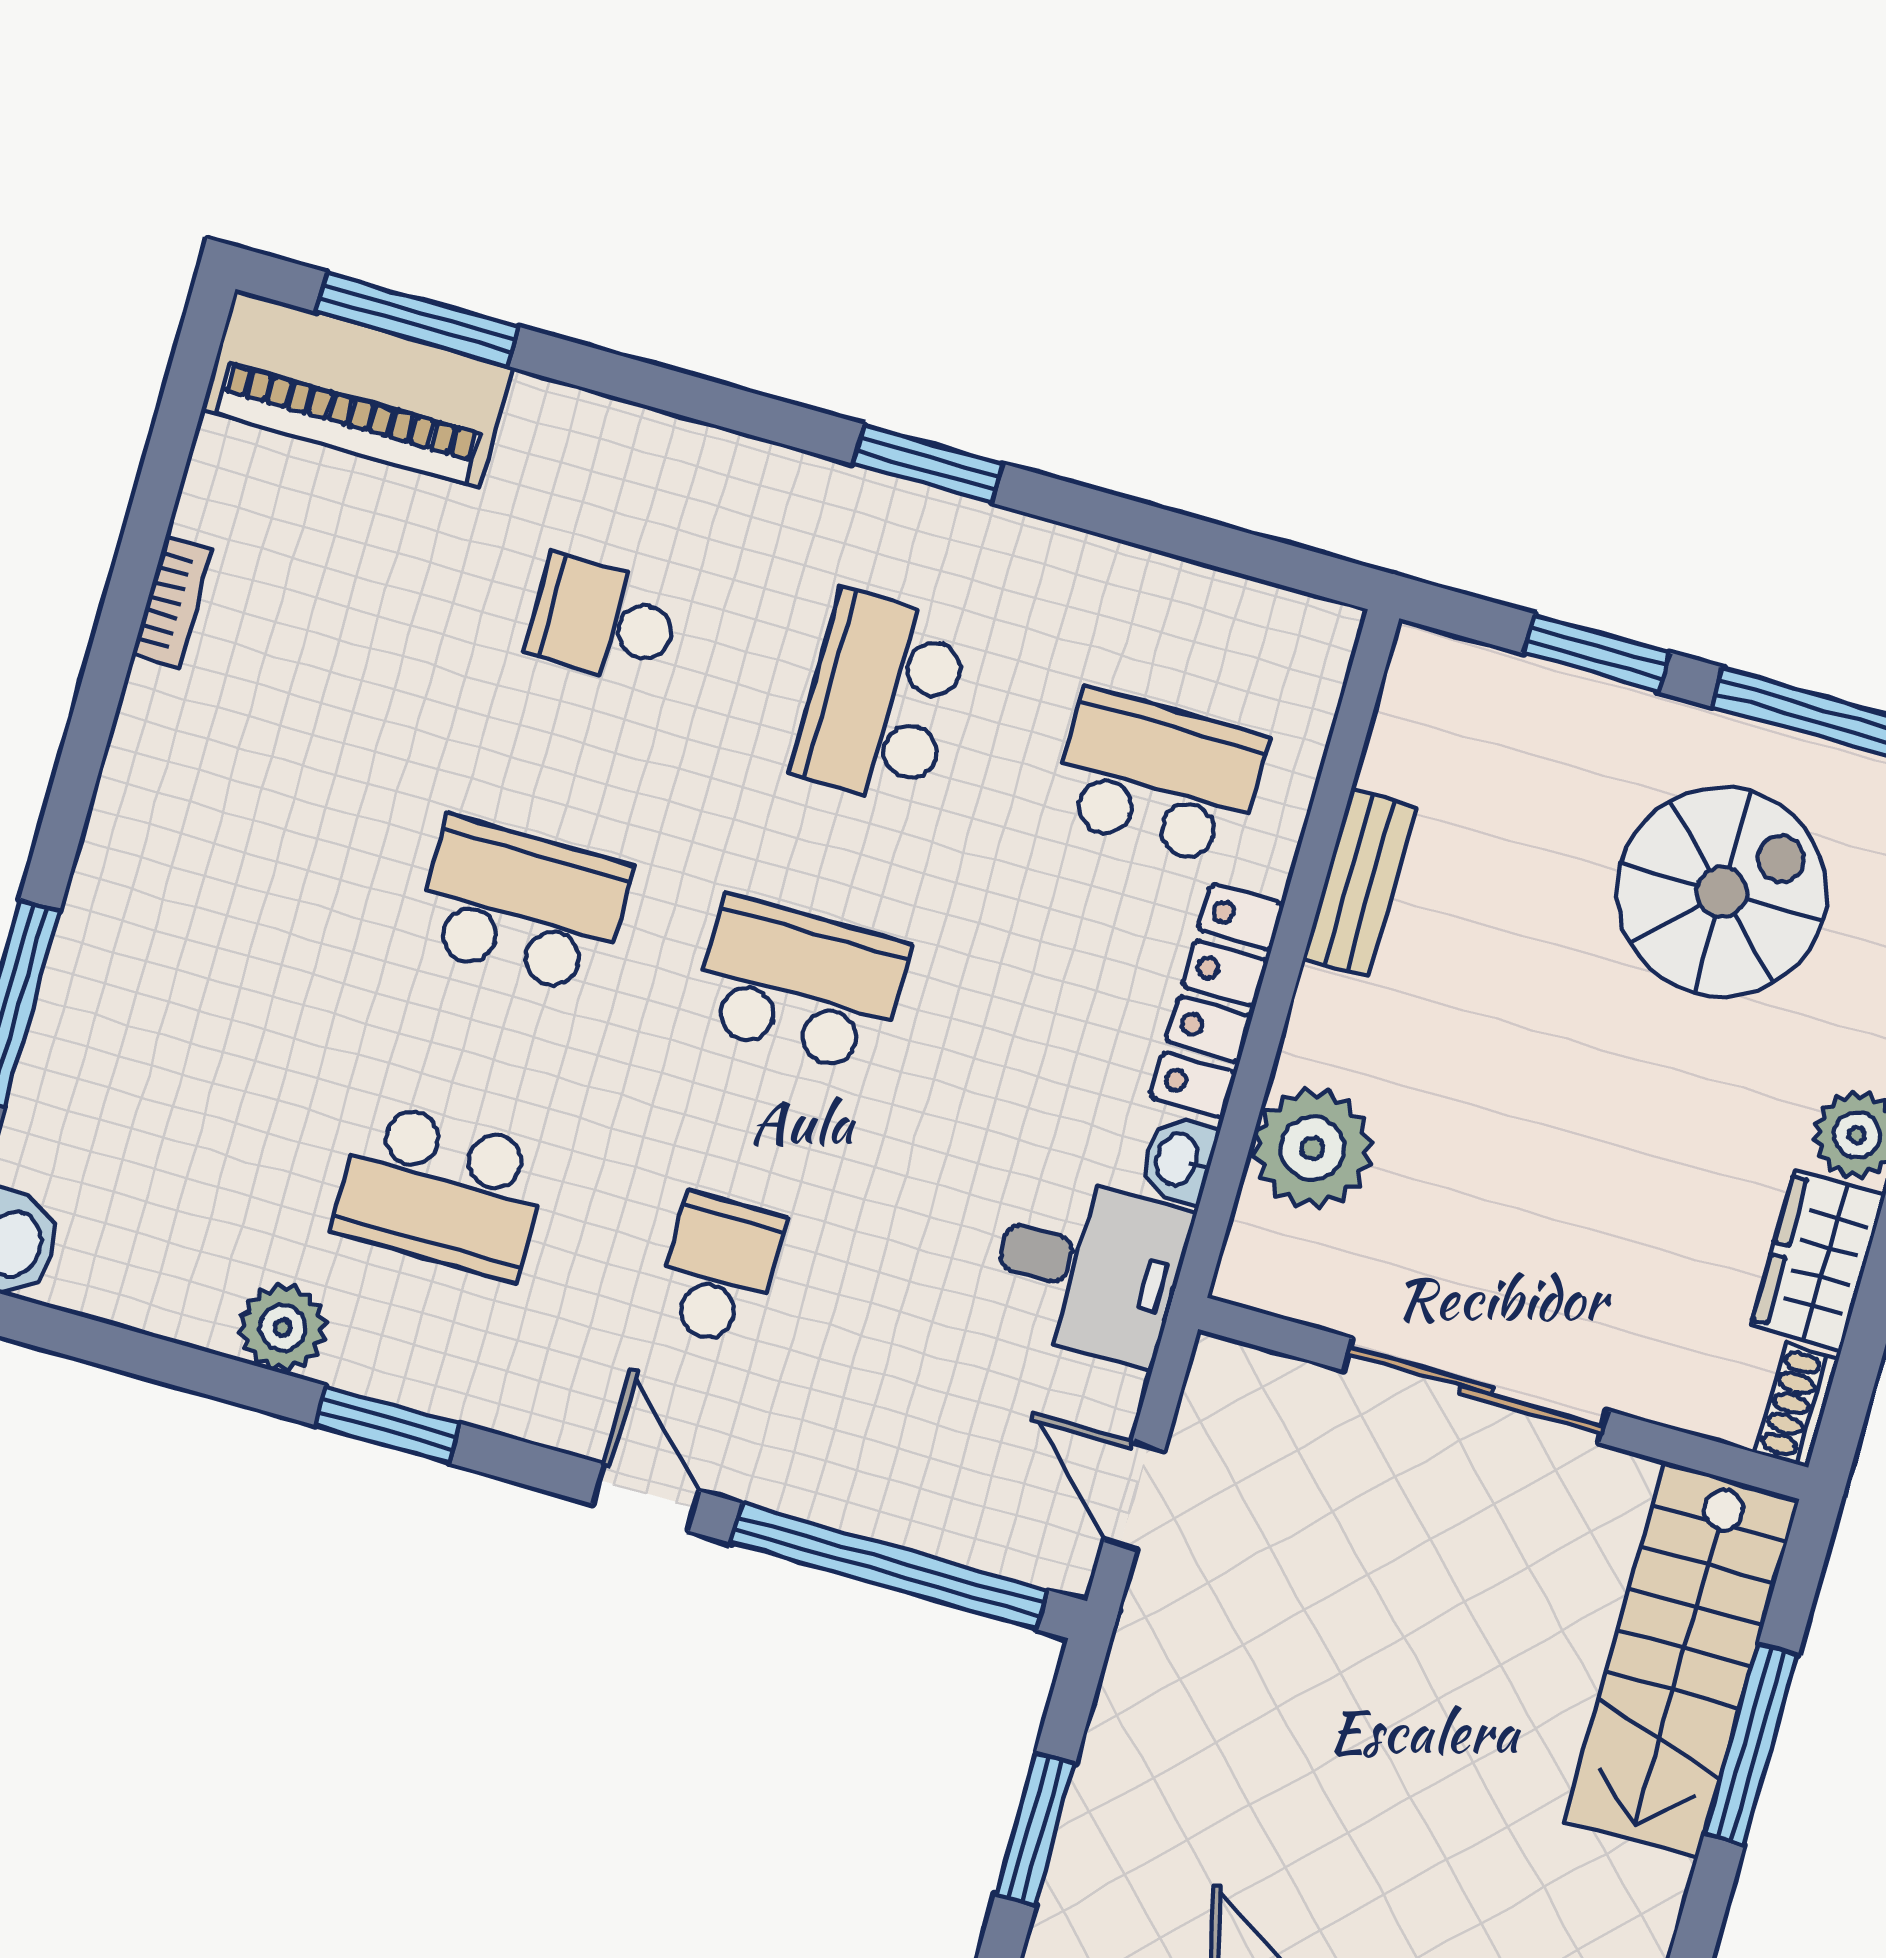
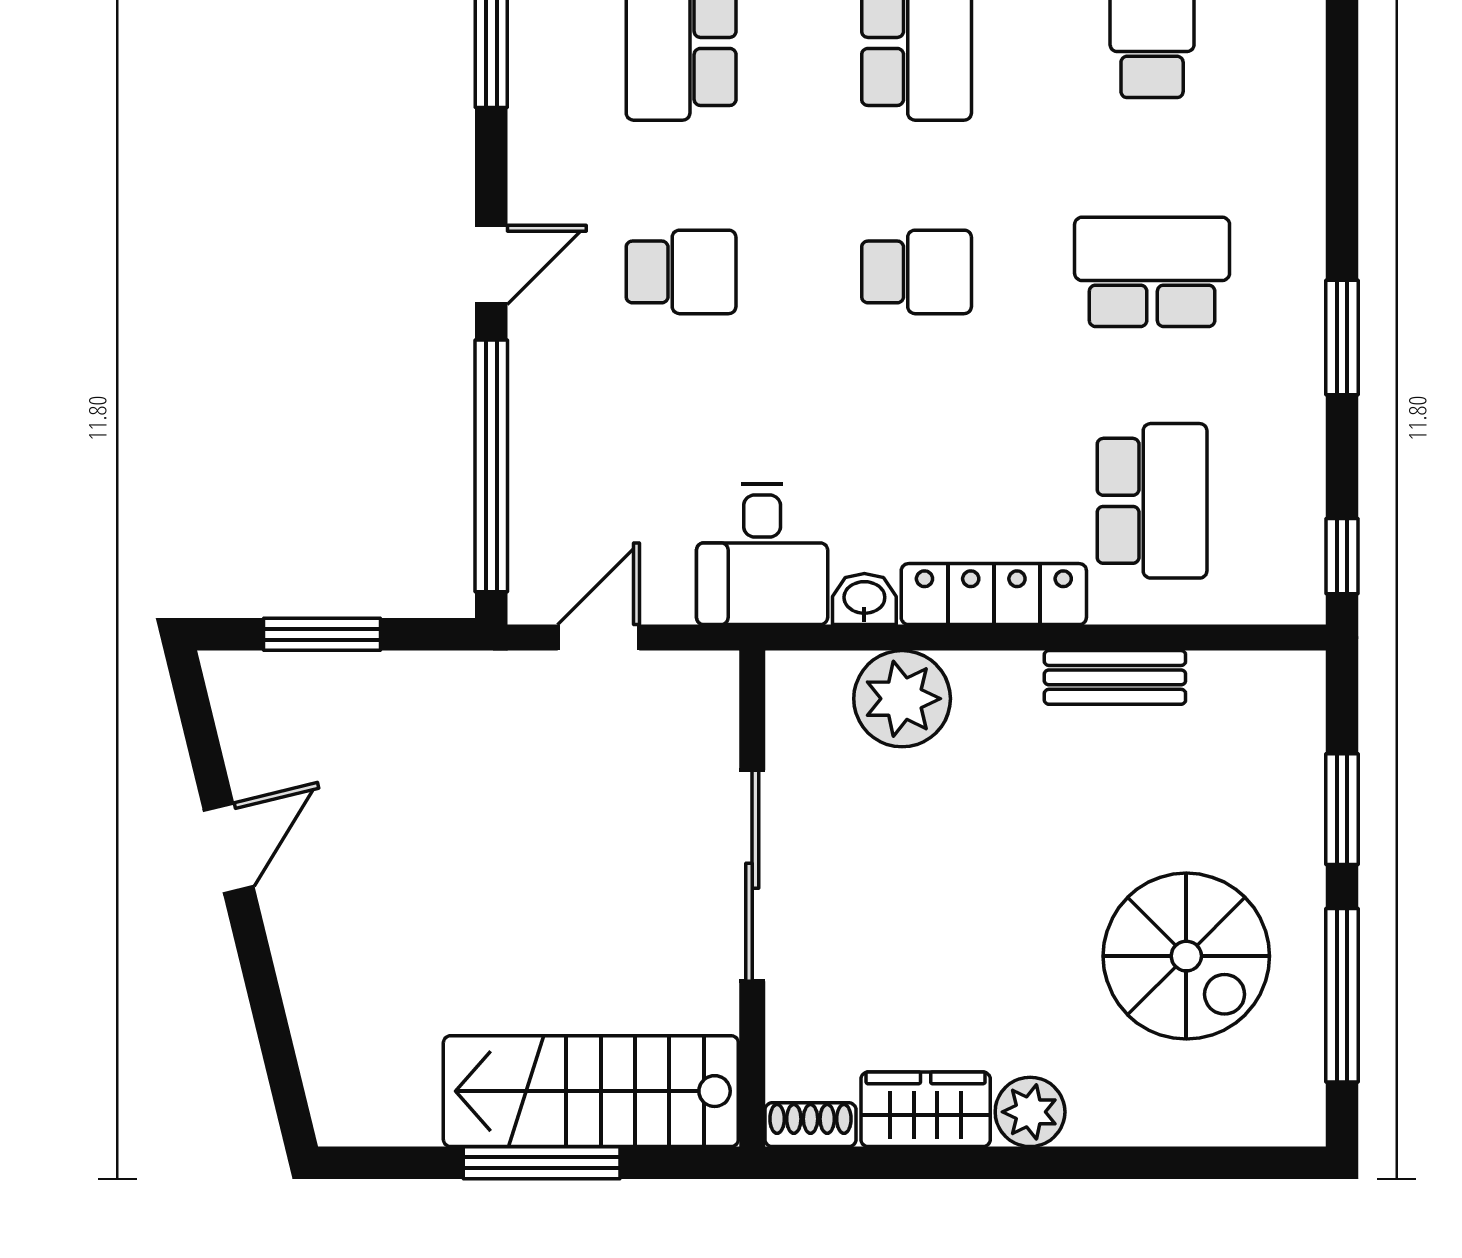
window: (928, 464) -> (1342, 337), moved
window: (1290, 566) -> (1342, 556), added
school desk: (800, 984) -> (917, 272), width x0.54

